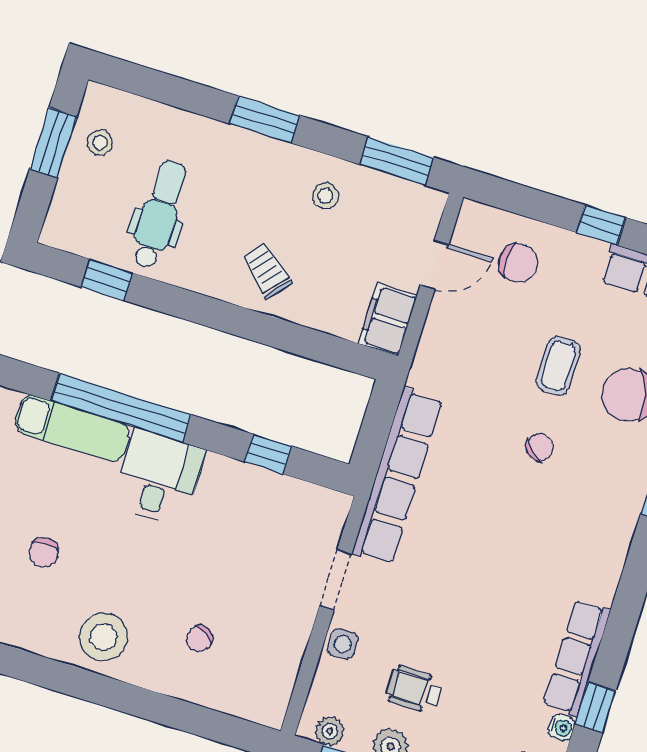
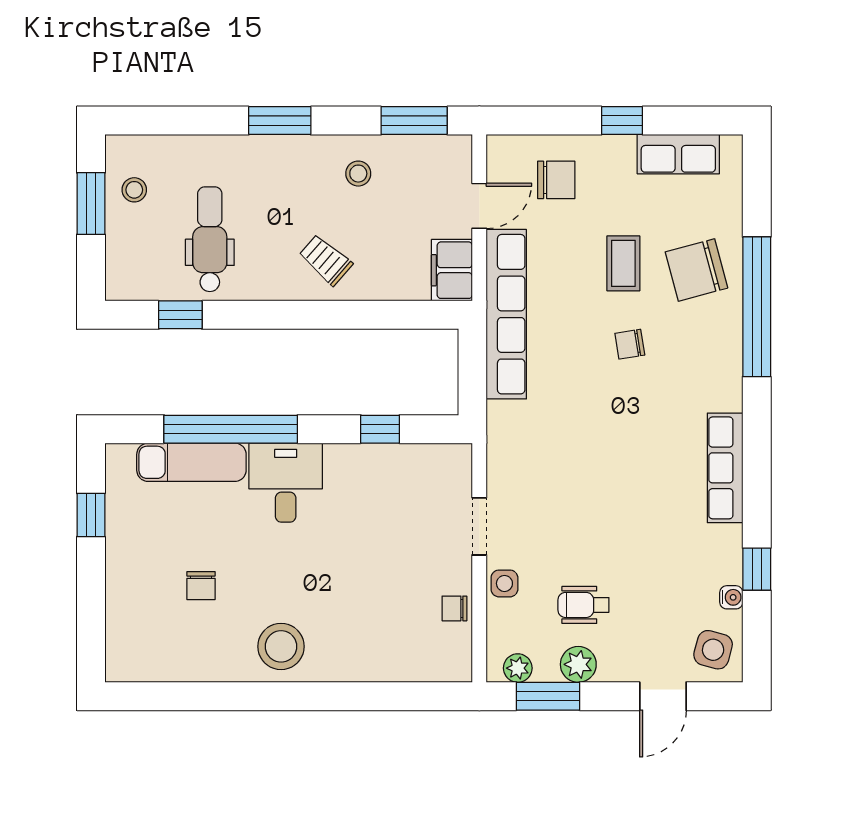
chair: (540, 447) -> (630, 344), turned -141
row of seats: (397, 476) -> (506, 314), moved
chair: (200, 639) -> (454, 608), moved, turned 60
row of seats: (577, 658) -> (725, 468), moved

